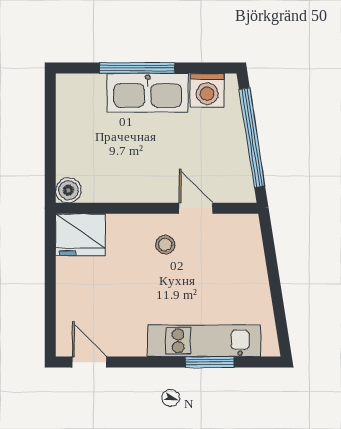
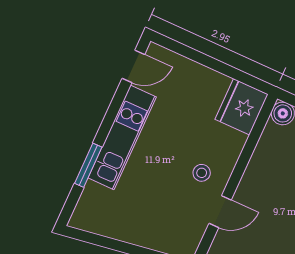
kitchen unit: (204, 341) -> (122, 137), moved

